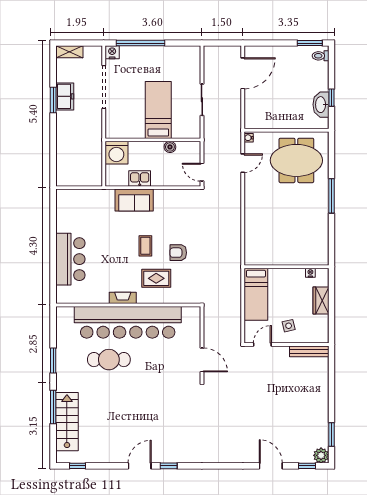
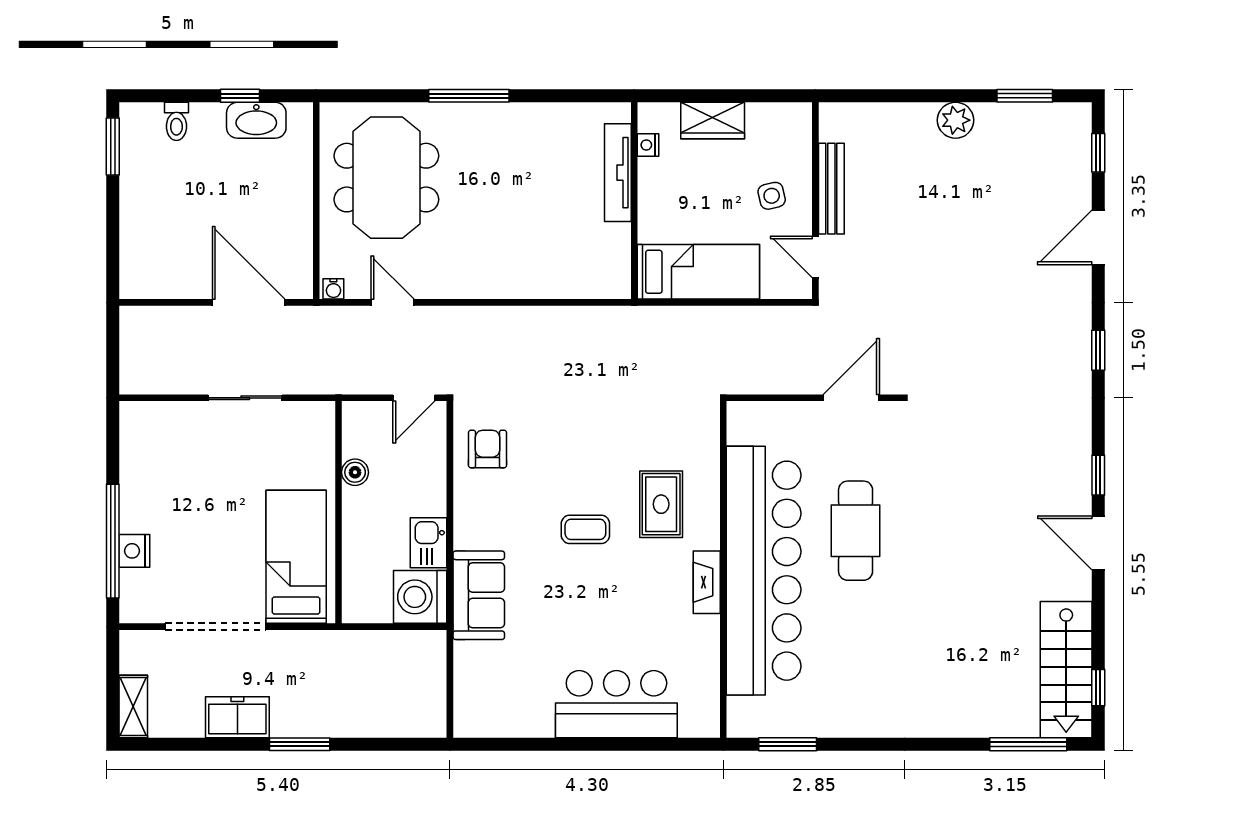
nightstand: (112, 52) -> (134, 551), moved
toilet: (321, 56) -> (176, 121), moved
door: (243, 73) -> (249, 302), moved
window: (53, 100) -> (300, 744), moved
bed: (158, 110) -> (296, 557), moved, turned 90
washing machine: (116, 153) -> (420, 597), moved, turned 180
sofa: (134, 200) -> (479, 595), moved
armchair: (178, 253) -> (487, 449), moved, turned 180
tv unit: (299, 260) -> (618, 173), added
bench: (309, 351) -> (831, 189), moved
cafe table: (109, 360) -> (856, 531), moved
window: (53, 361) -> (788, 744), moved
window: (53, 407) -> (1028, 744), moved
stairs: (67, 422) -> (1066, 670), moved, turned -90
plant: (321, 455) -> (956, 120), moved
window: (222, 466) -> (1098, 350), added

